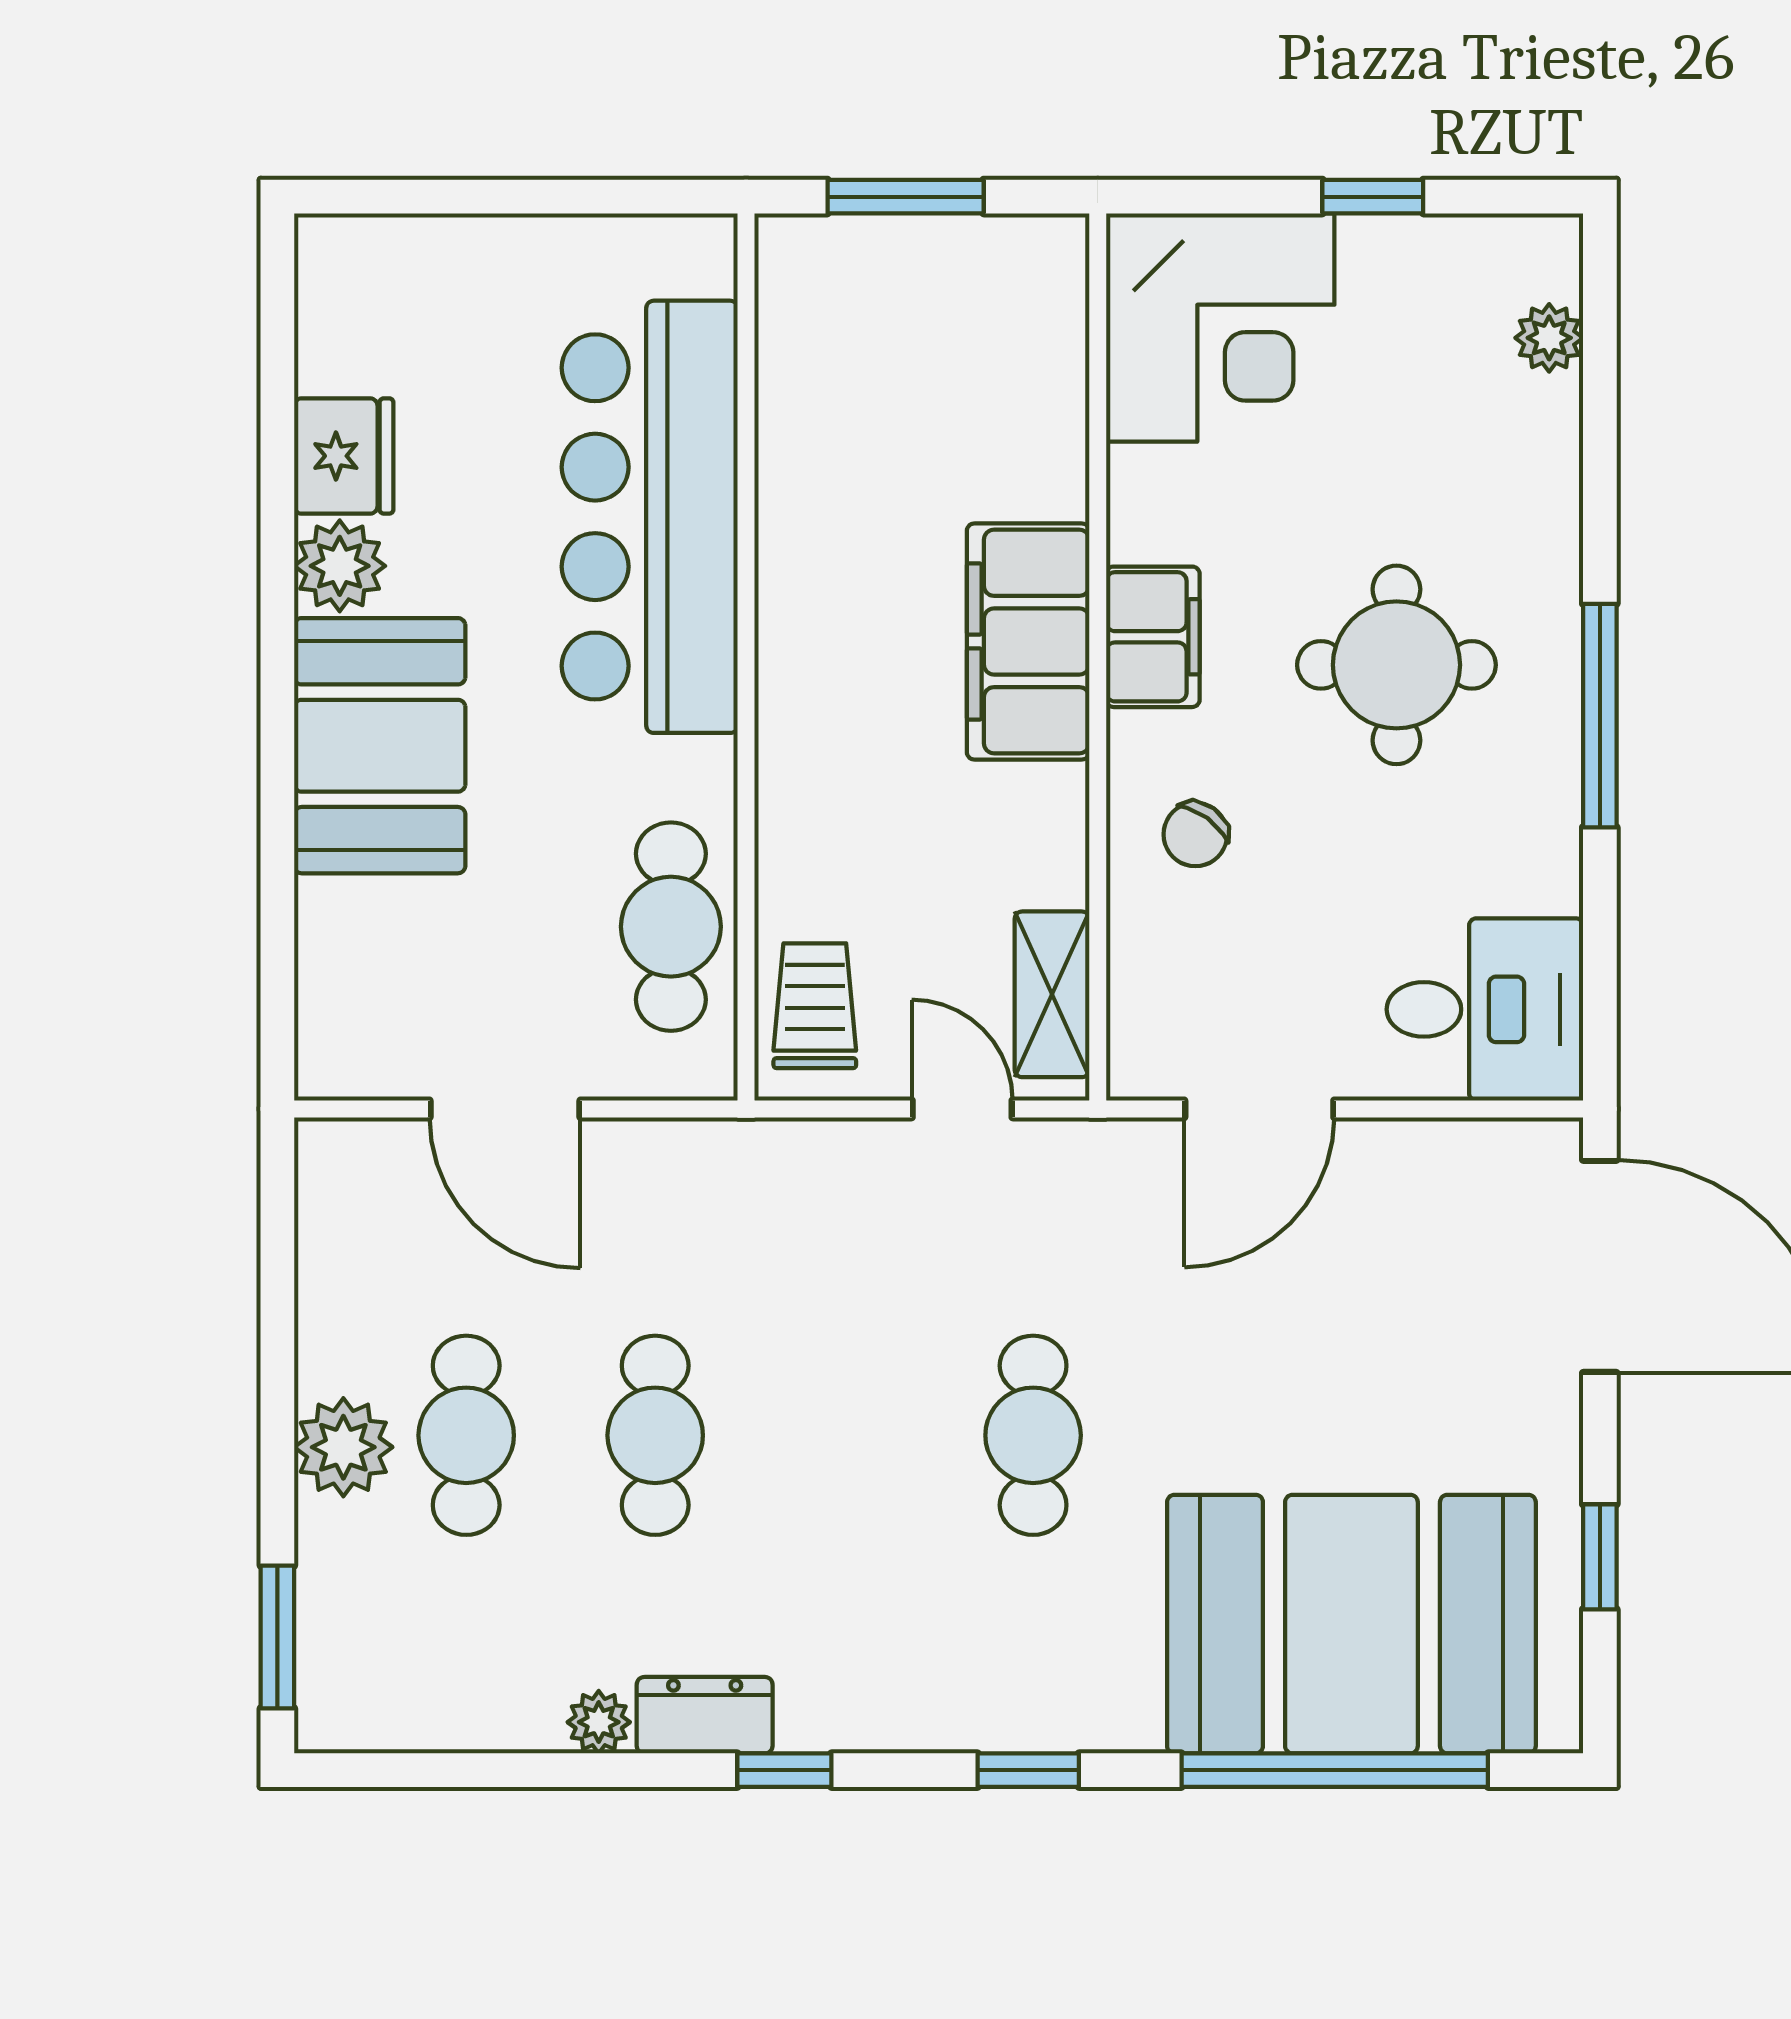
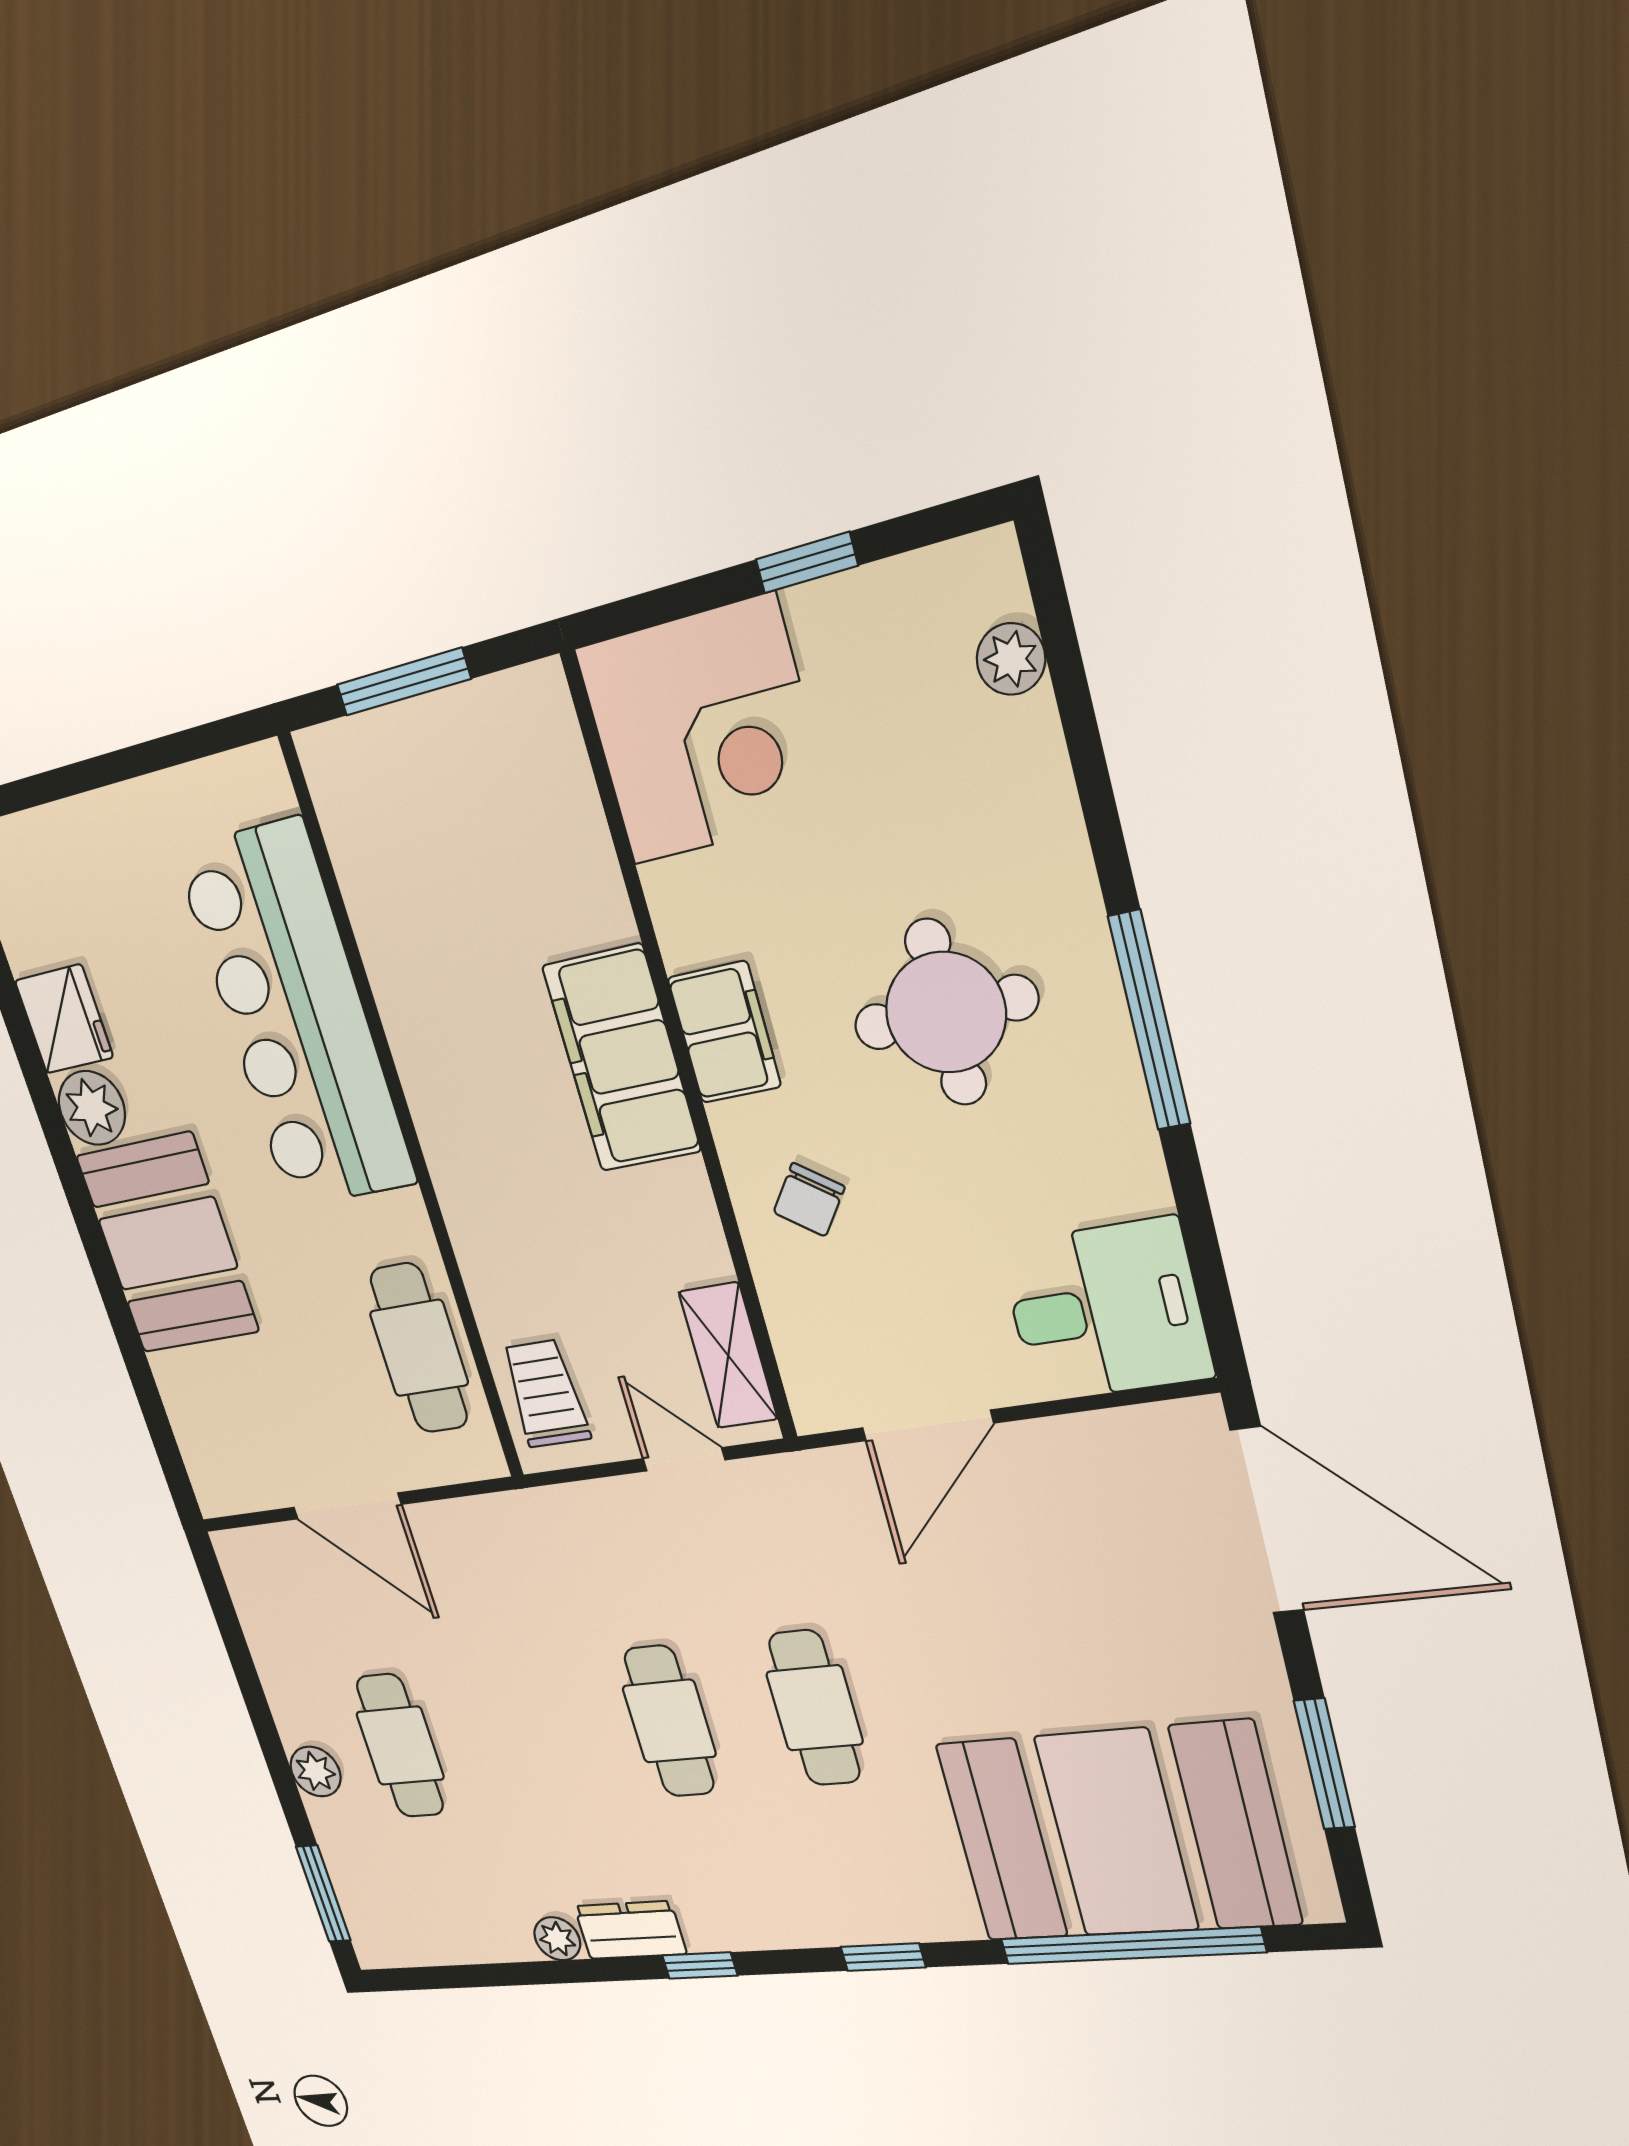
cafe table: (655, 1435) -> (669, 1721), moved
plant: (343, 1447) -> (316, 1772), width x0.73, depth x0.73
window: (1600, 1557) -> (1324, 1764), width x1.50

